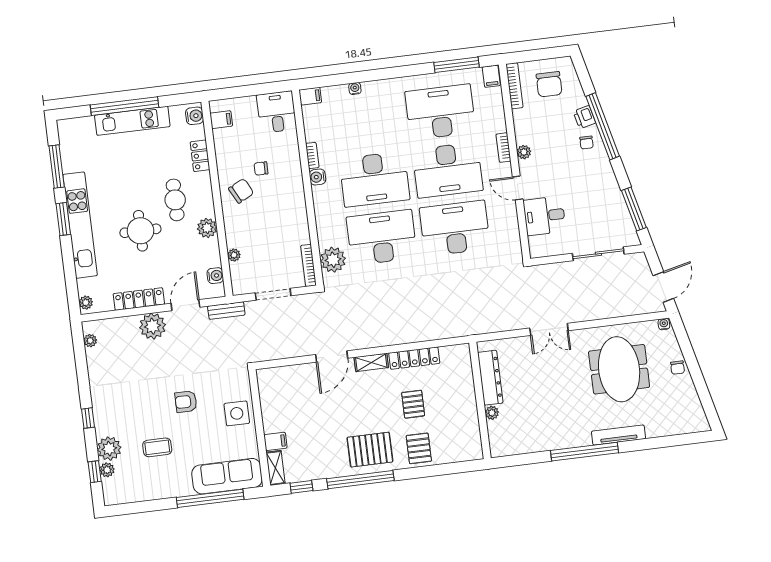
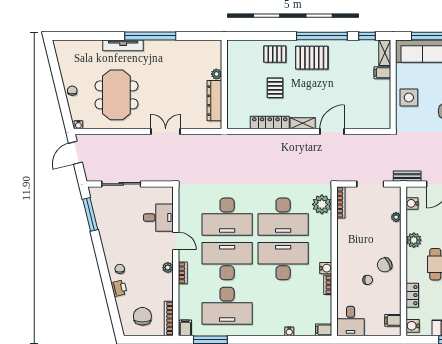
window: (603, 126) -> (106, 280), removed
pallet: (419, 448) -> (275, 54), turned 90

